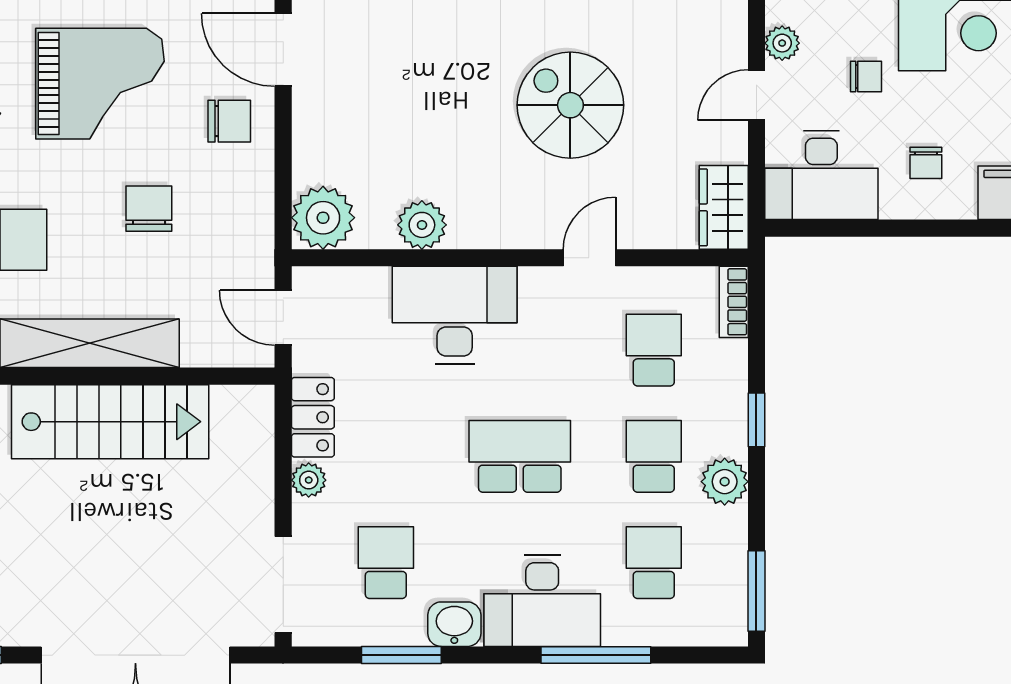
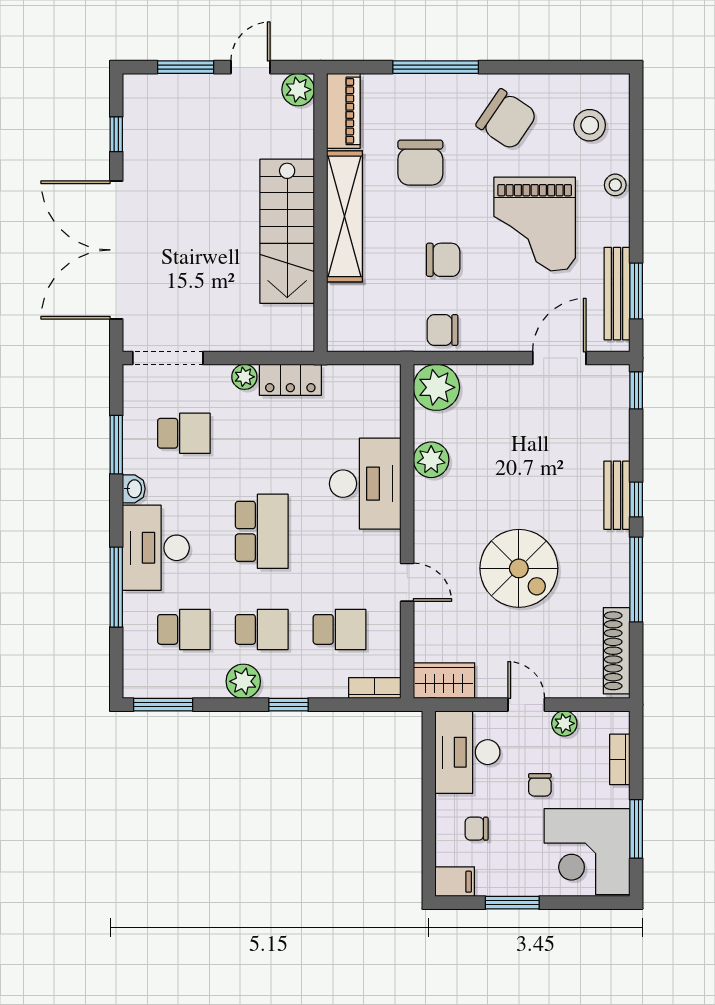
spiral stairs: (570, 105) -> (519, 568), turned 90
chair: (229, 121) -> (442, 330), moved, turned 90
door: (283, 318) -> (363, 358), removed
washbasin: (454, 624) -> (134, 489), width x0.72, depth x0.69

